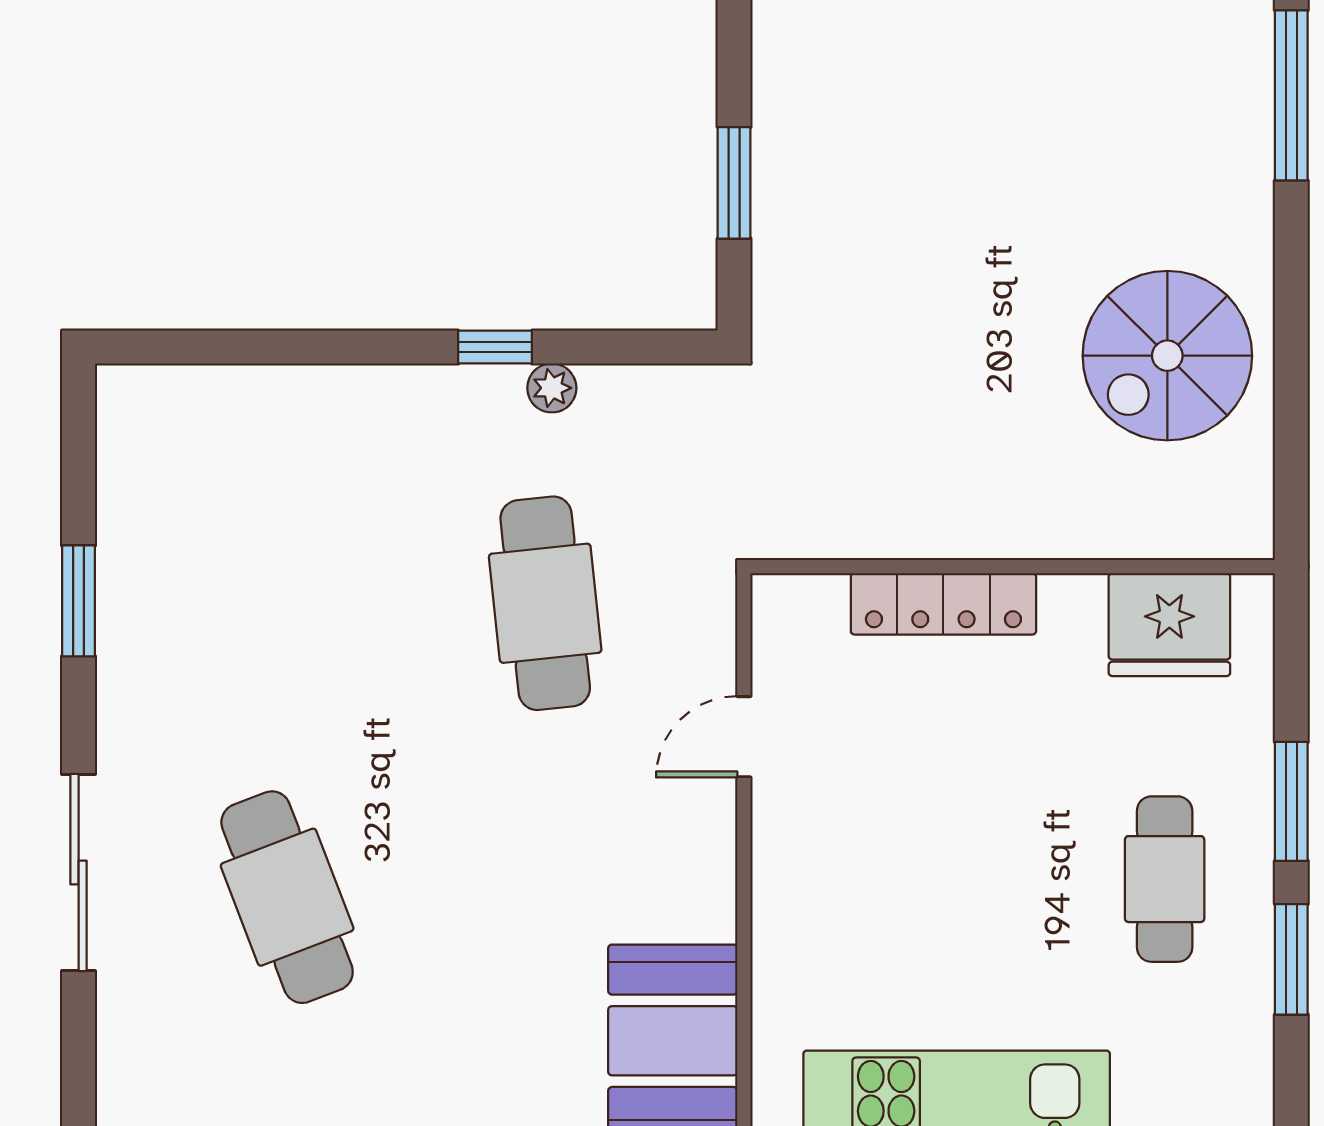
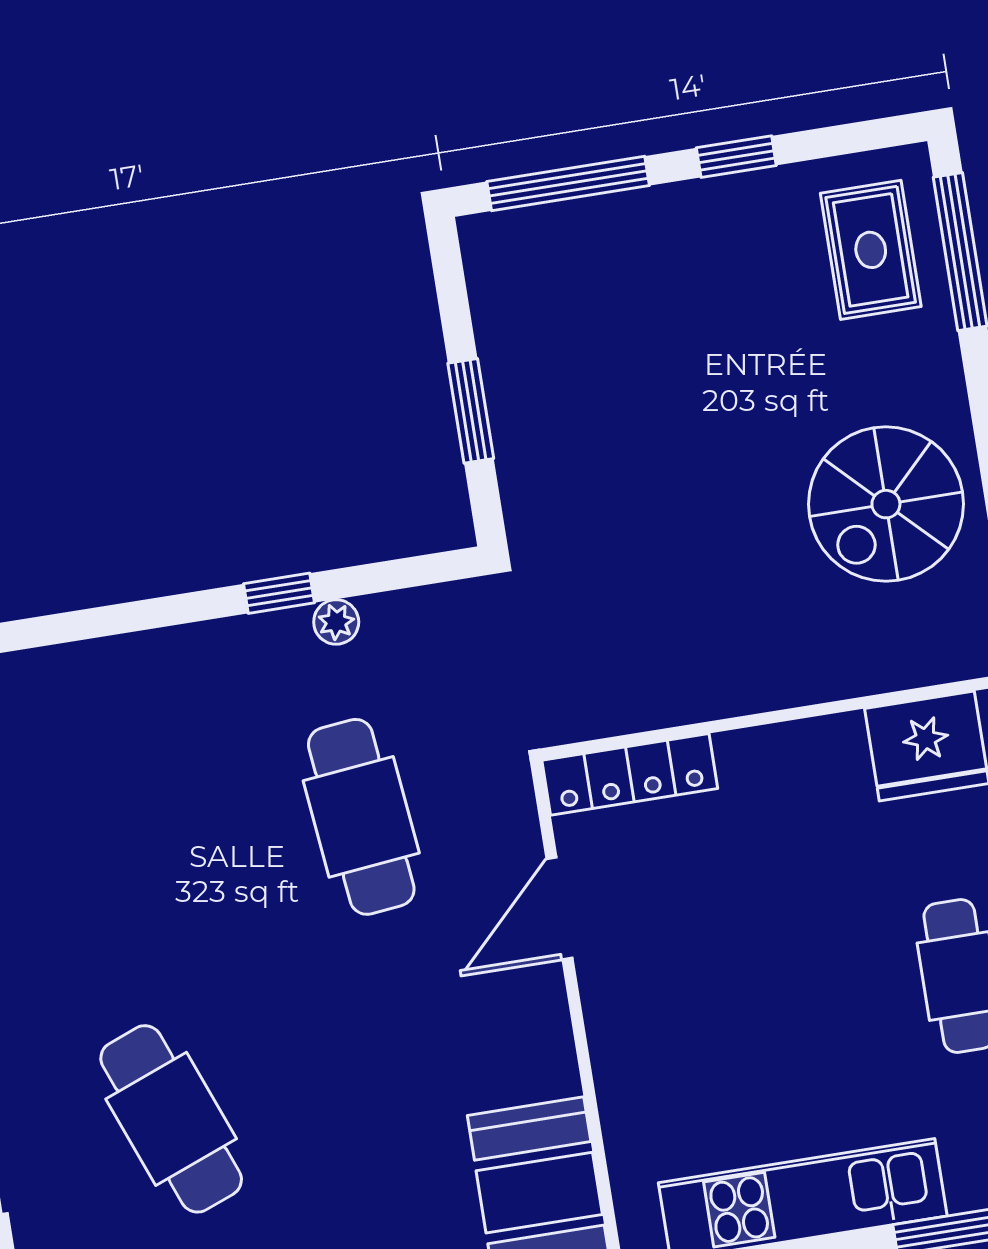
rug: (1195, 78) -> (871, 250), added
locker: (943, 604) -> (630, 774), moved
door: (744, 737) -> (560, 908), width x1.38

